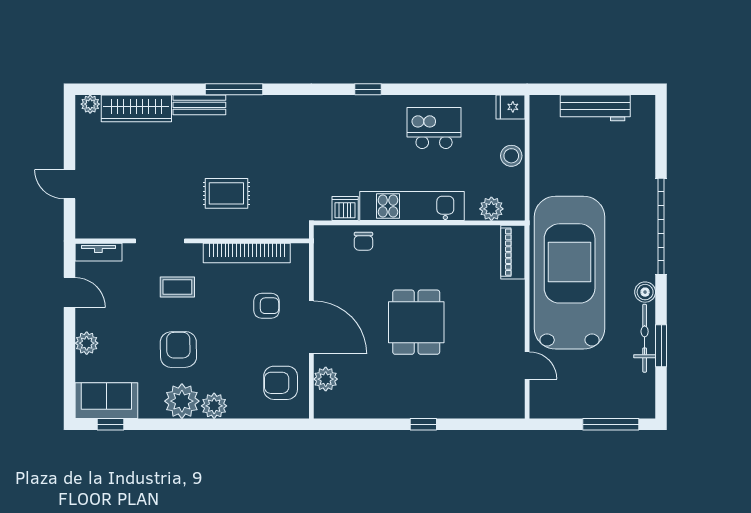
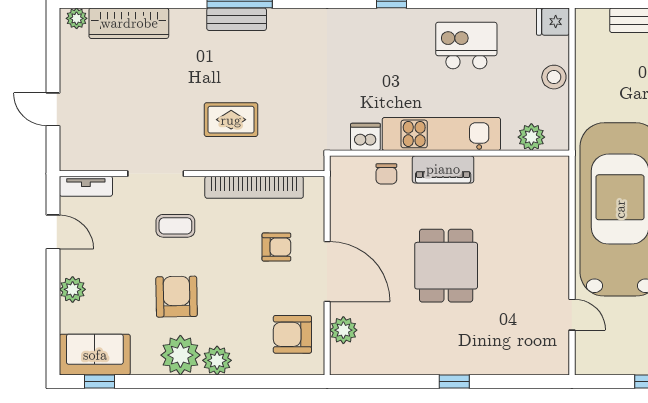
bench: (199, 105) -> (237, 19), moved
piano: (513, 252) -> (443, 169), moved, turned -90

